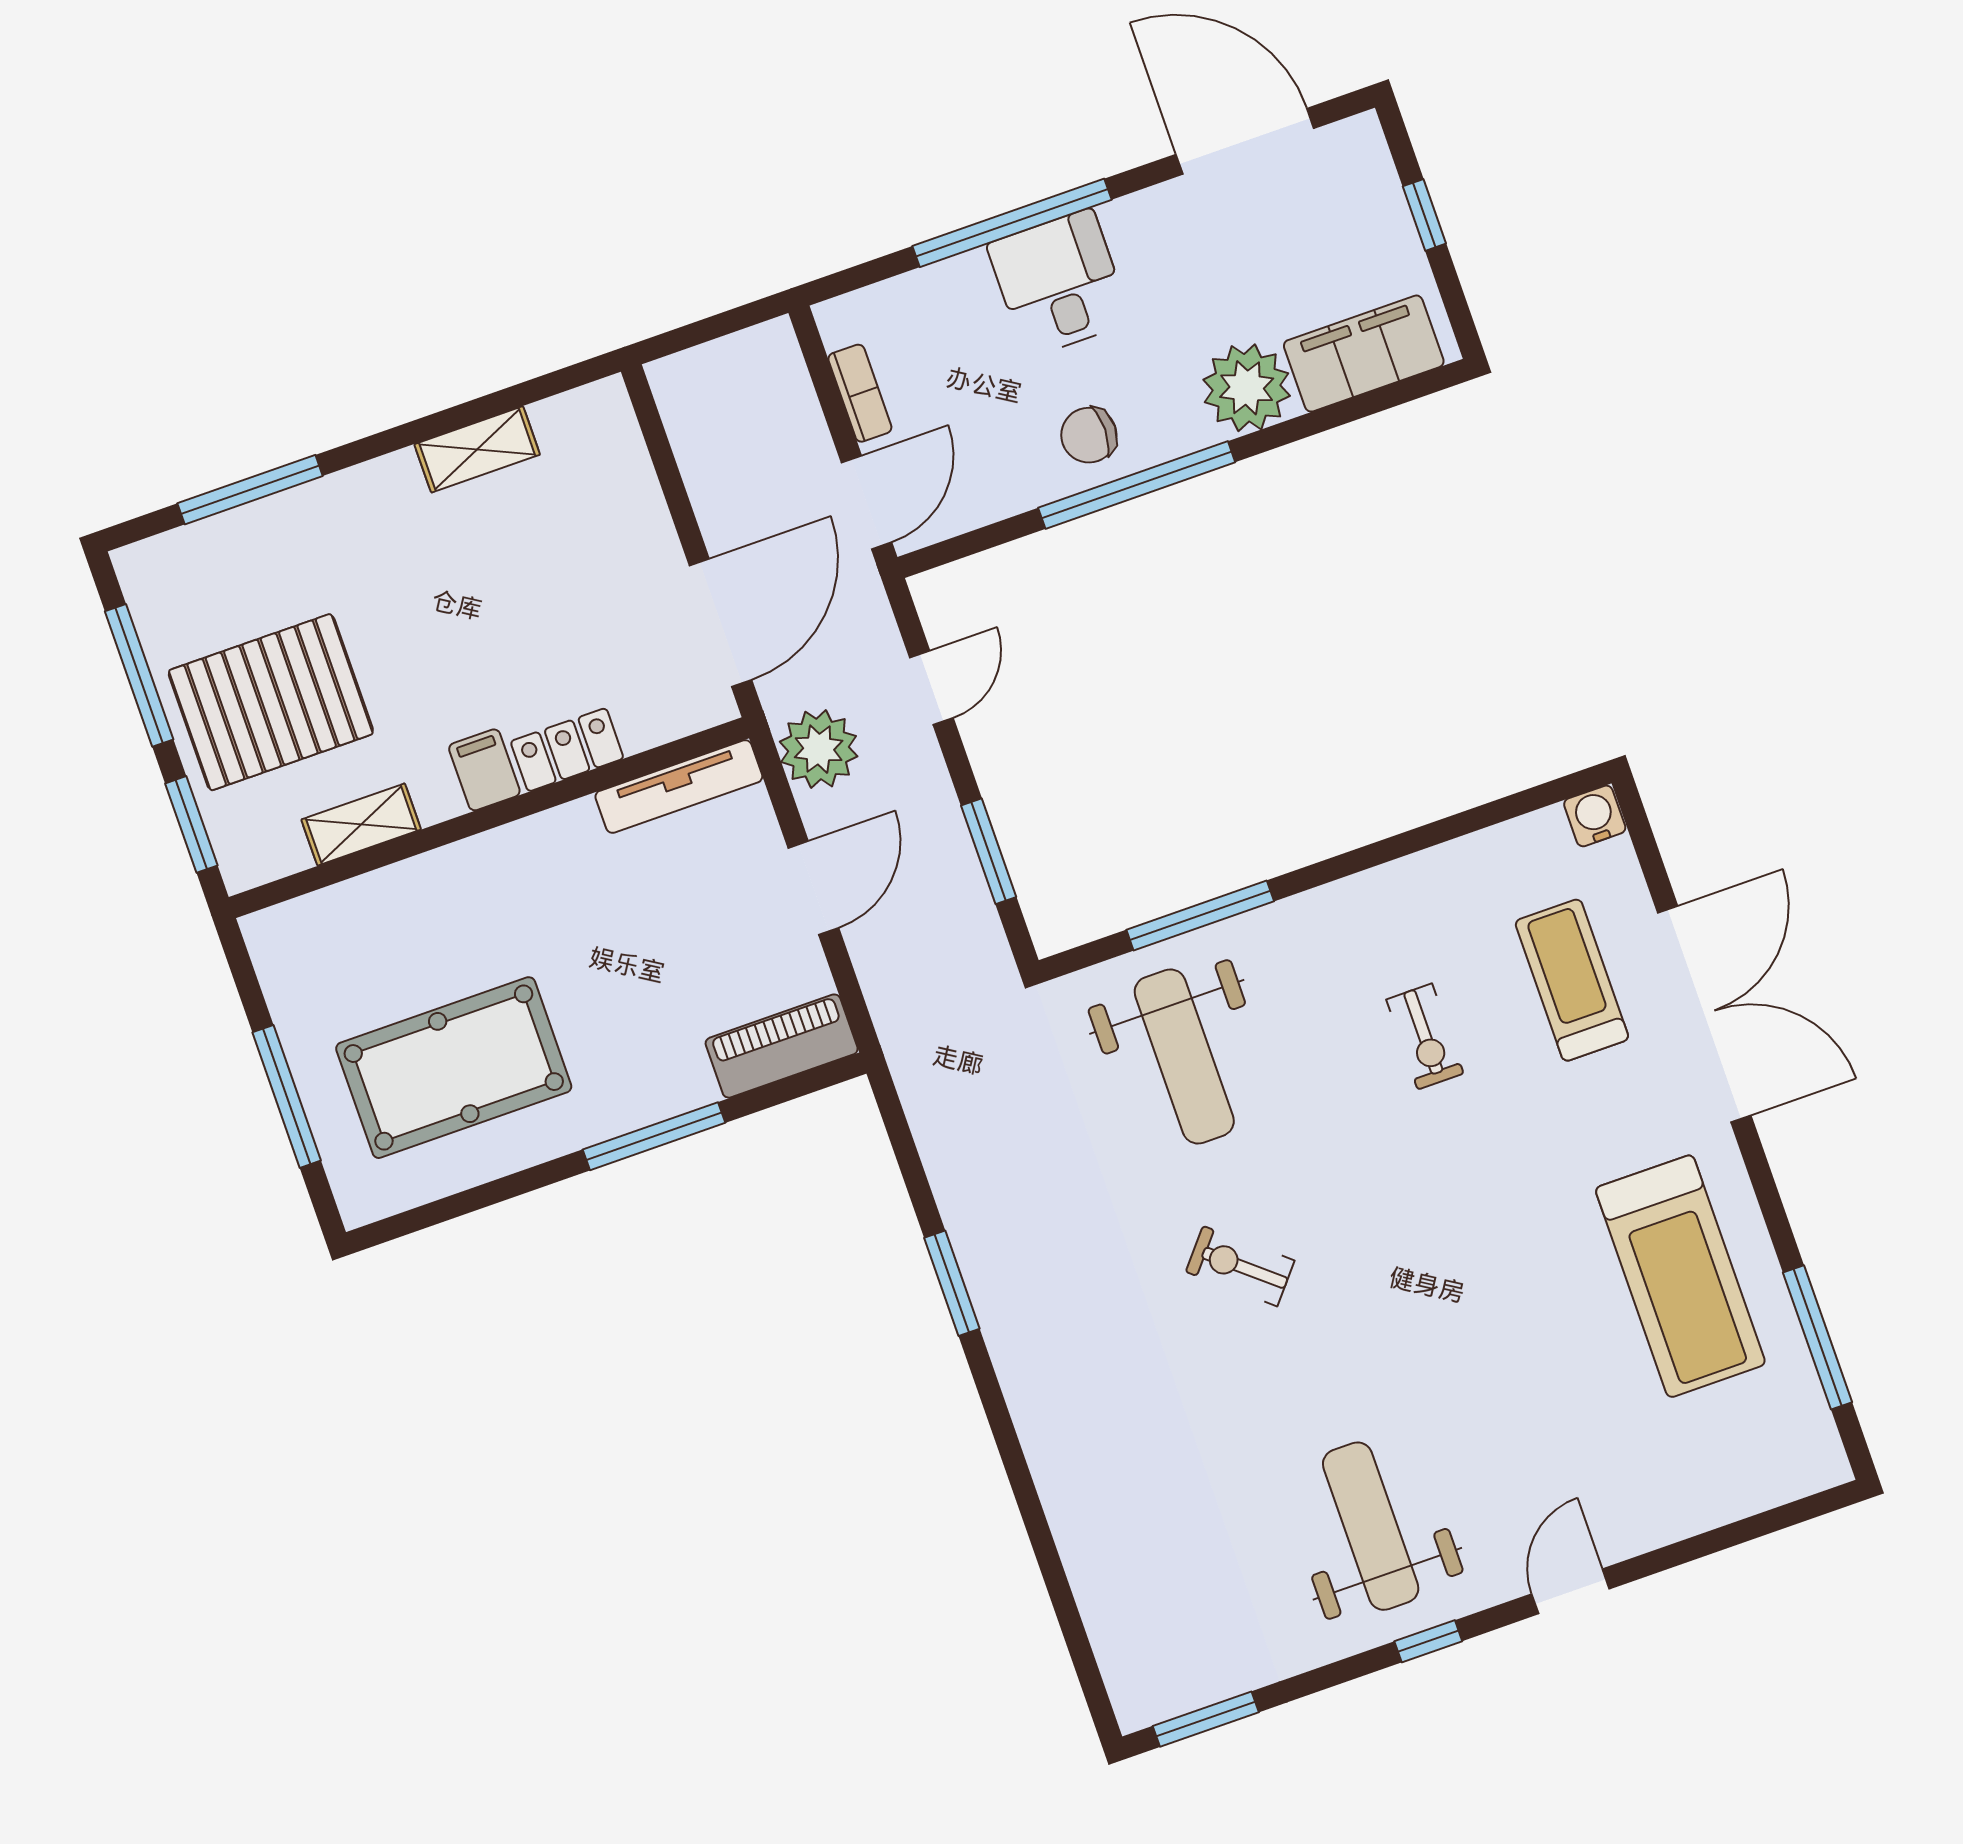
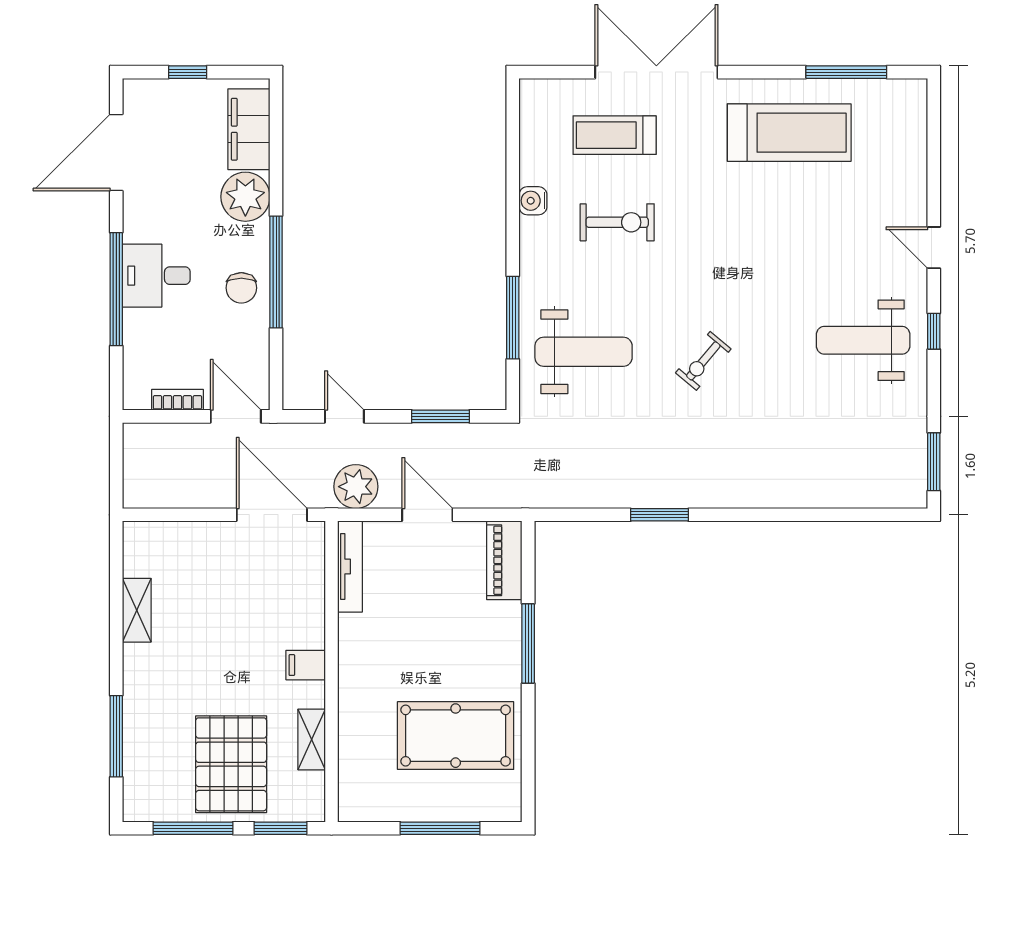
locker: (567, 750) -> (310, 618), removed
water cooler: (1595, 816) -> (533, 201), moved
exercise bike: (1425, 1037) -> (617, 222), width x1.38, depth x1.39
pool table: (454, 1068) -> (456, 736), turned 90

